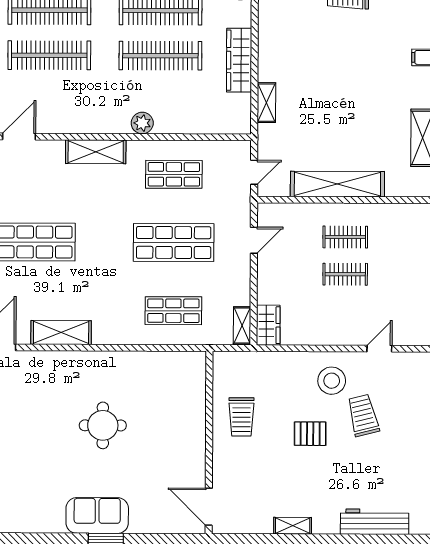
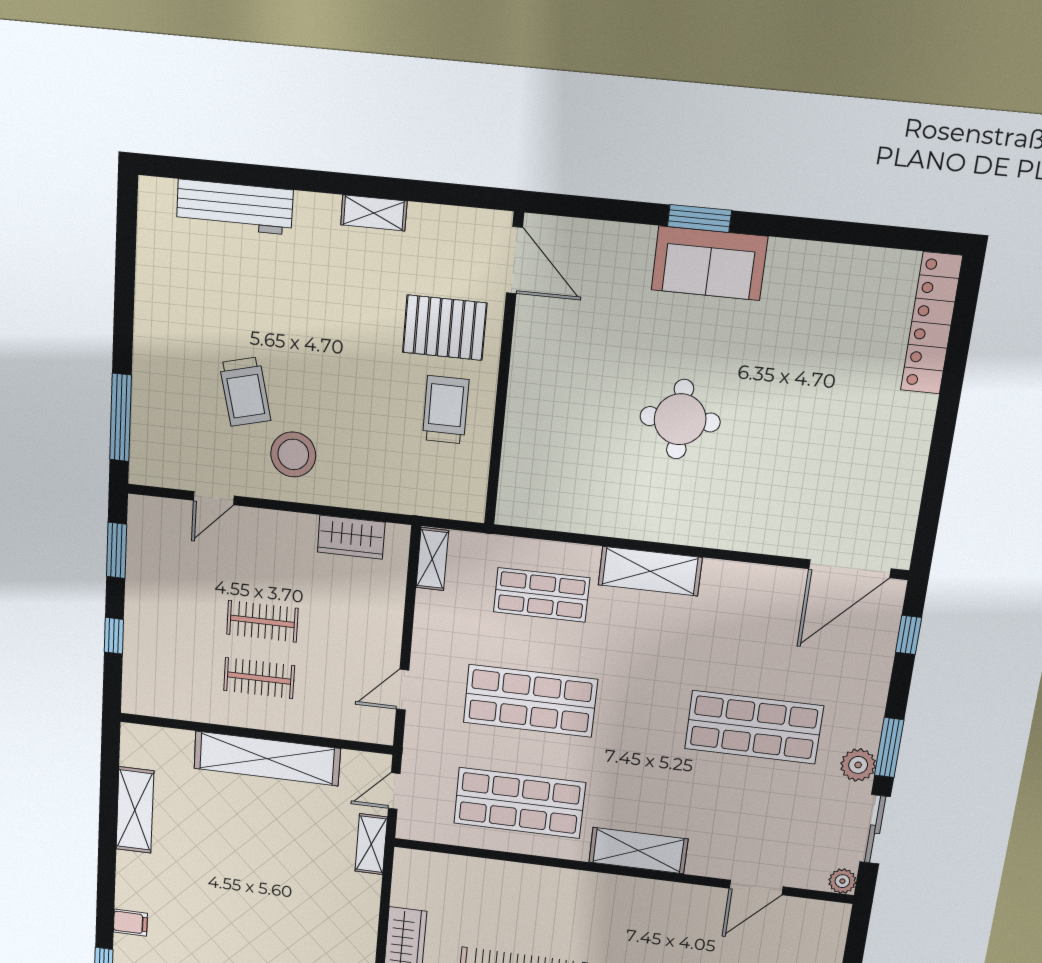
shelving: (266, 103) -> (371, 844), moved
plant: (142, 123) -> (561, 883), removed
shop shelf: (174, 174) -> (519, 803), width x1.43, depth x1.36
wardrobe: (268, 325) -> (351, 537), moved, turned -90
shelving: (61, 333) -> (650, 571), moved
pallet: (310, 434) -> (445, 328), moved, width x1.50, depth x1.42

